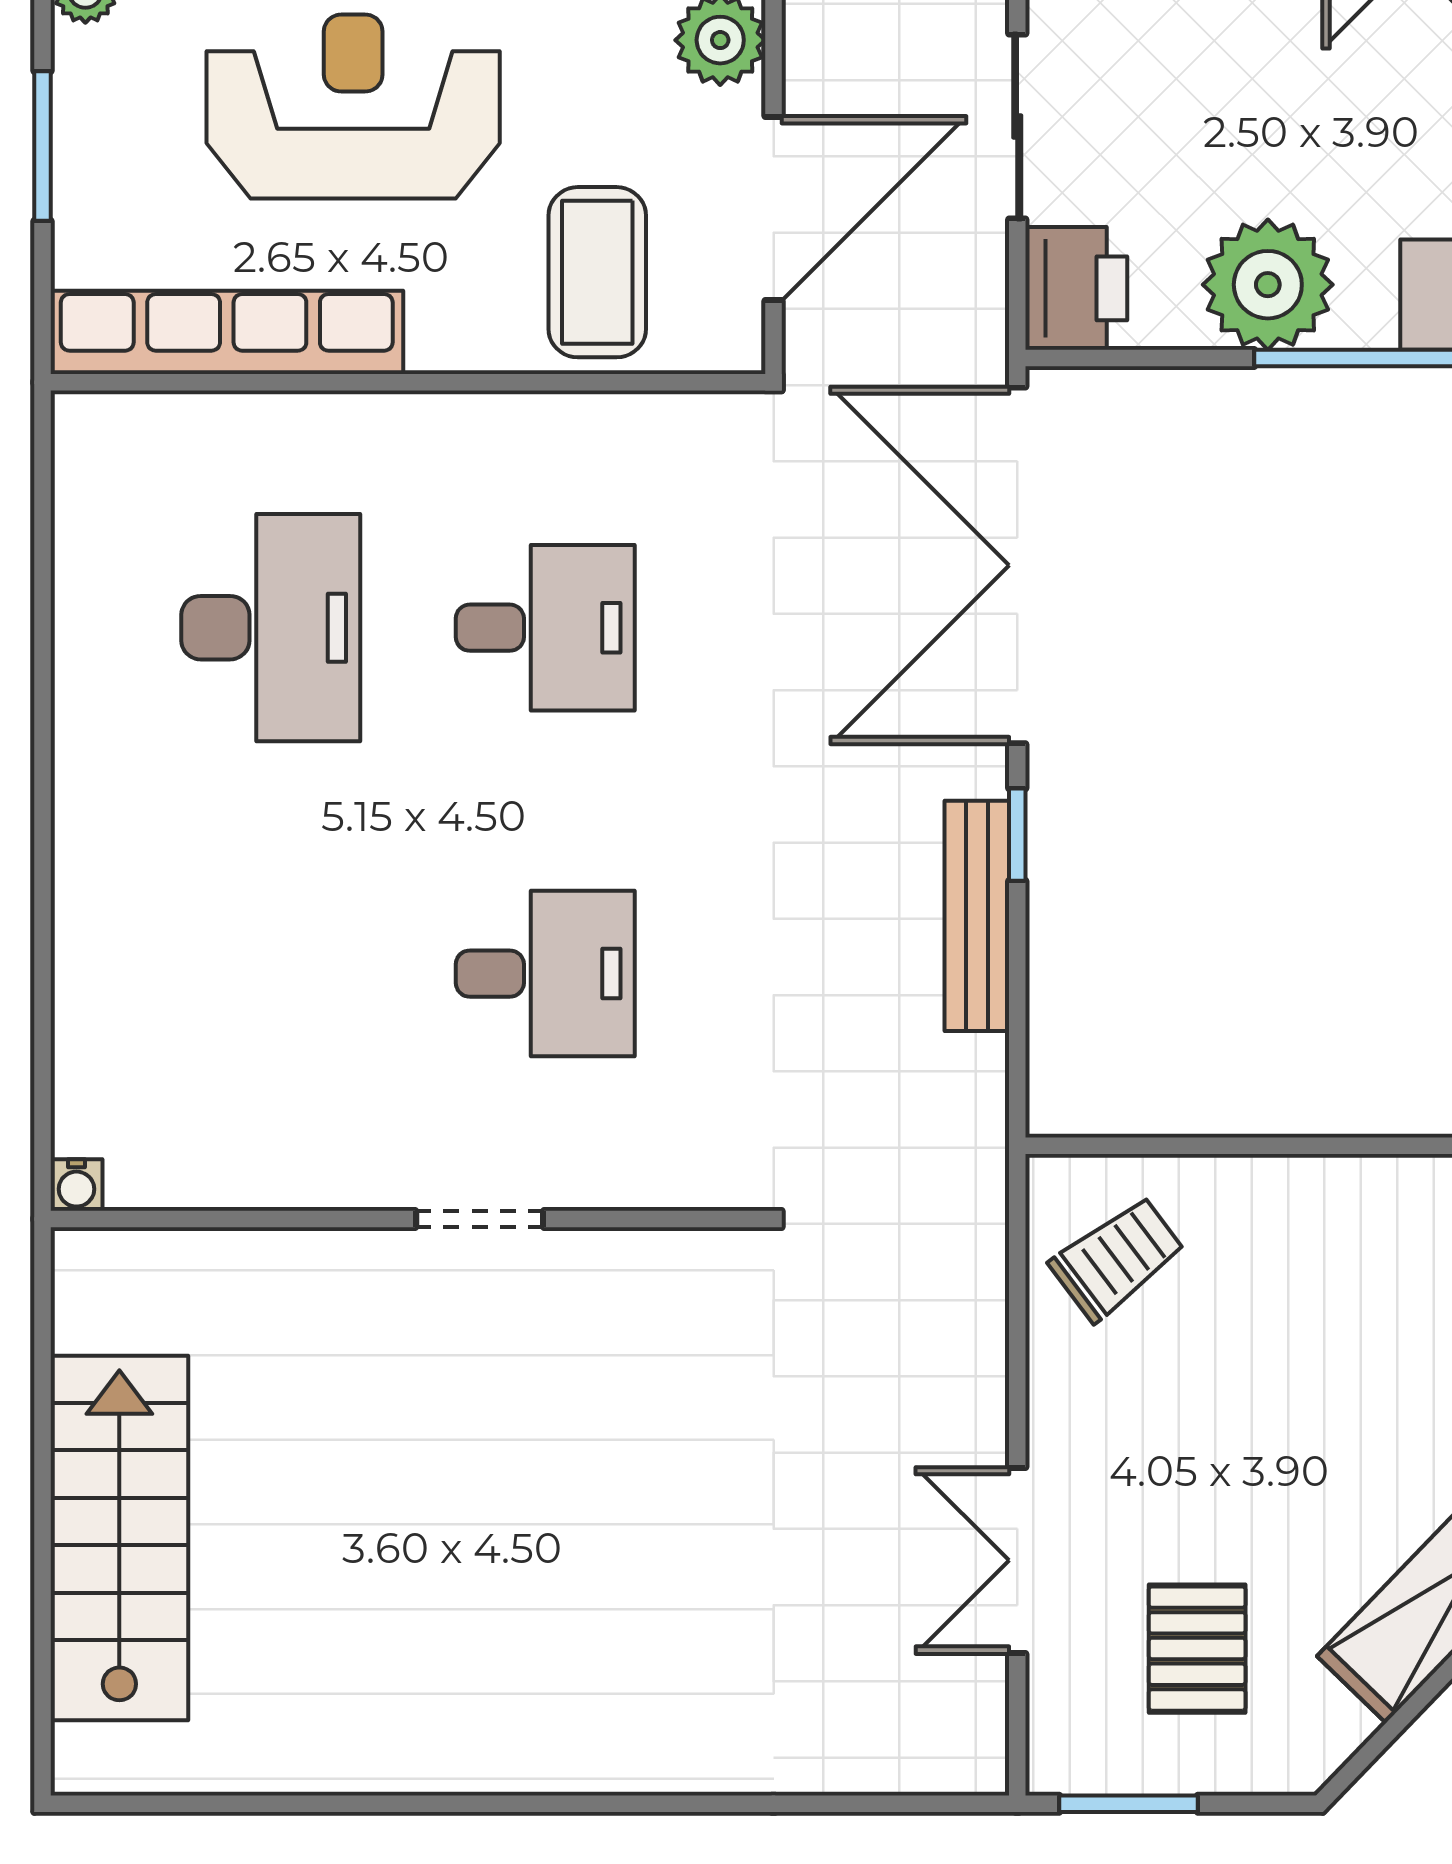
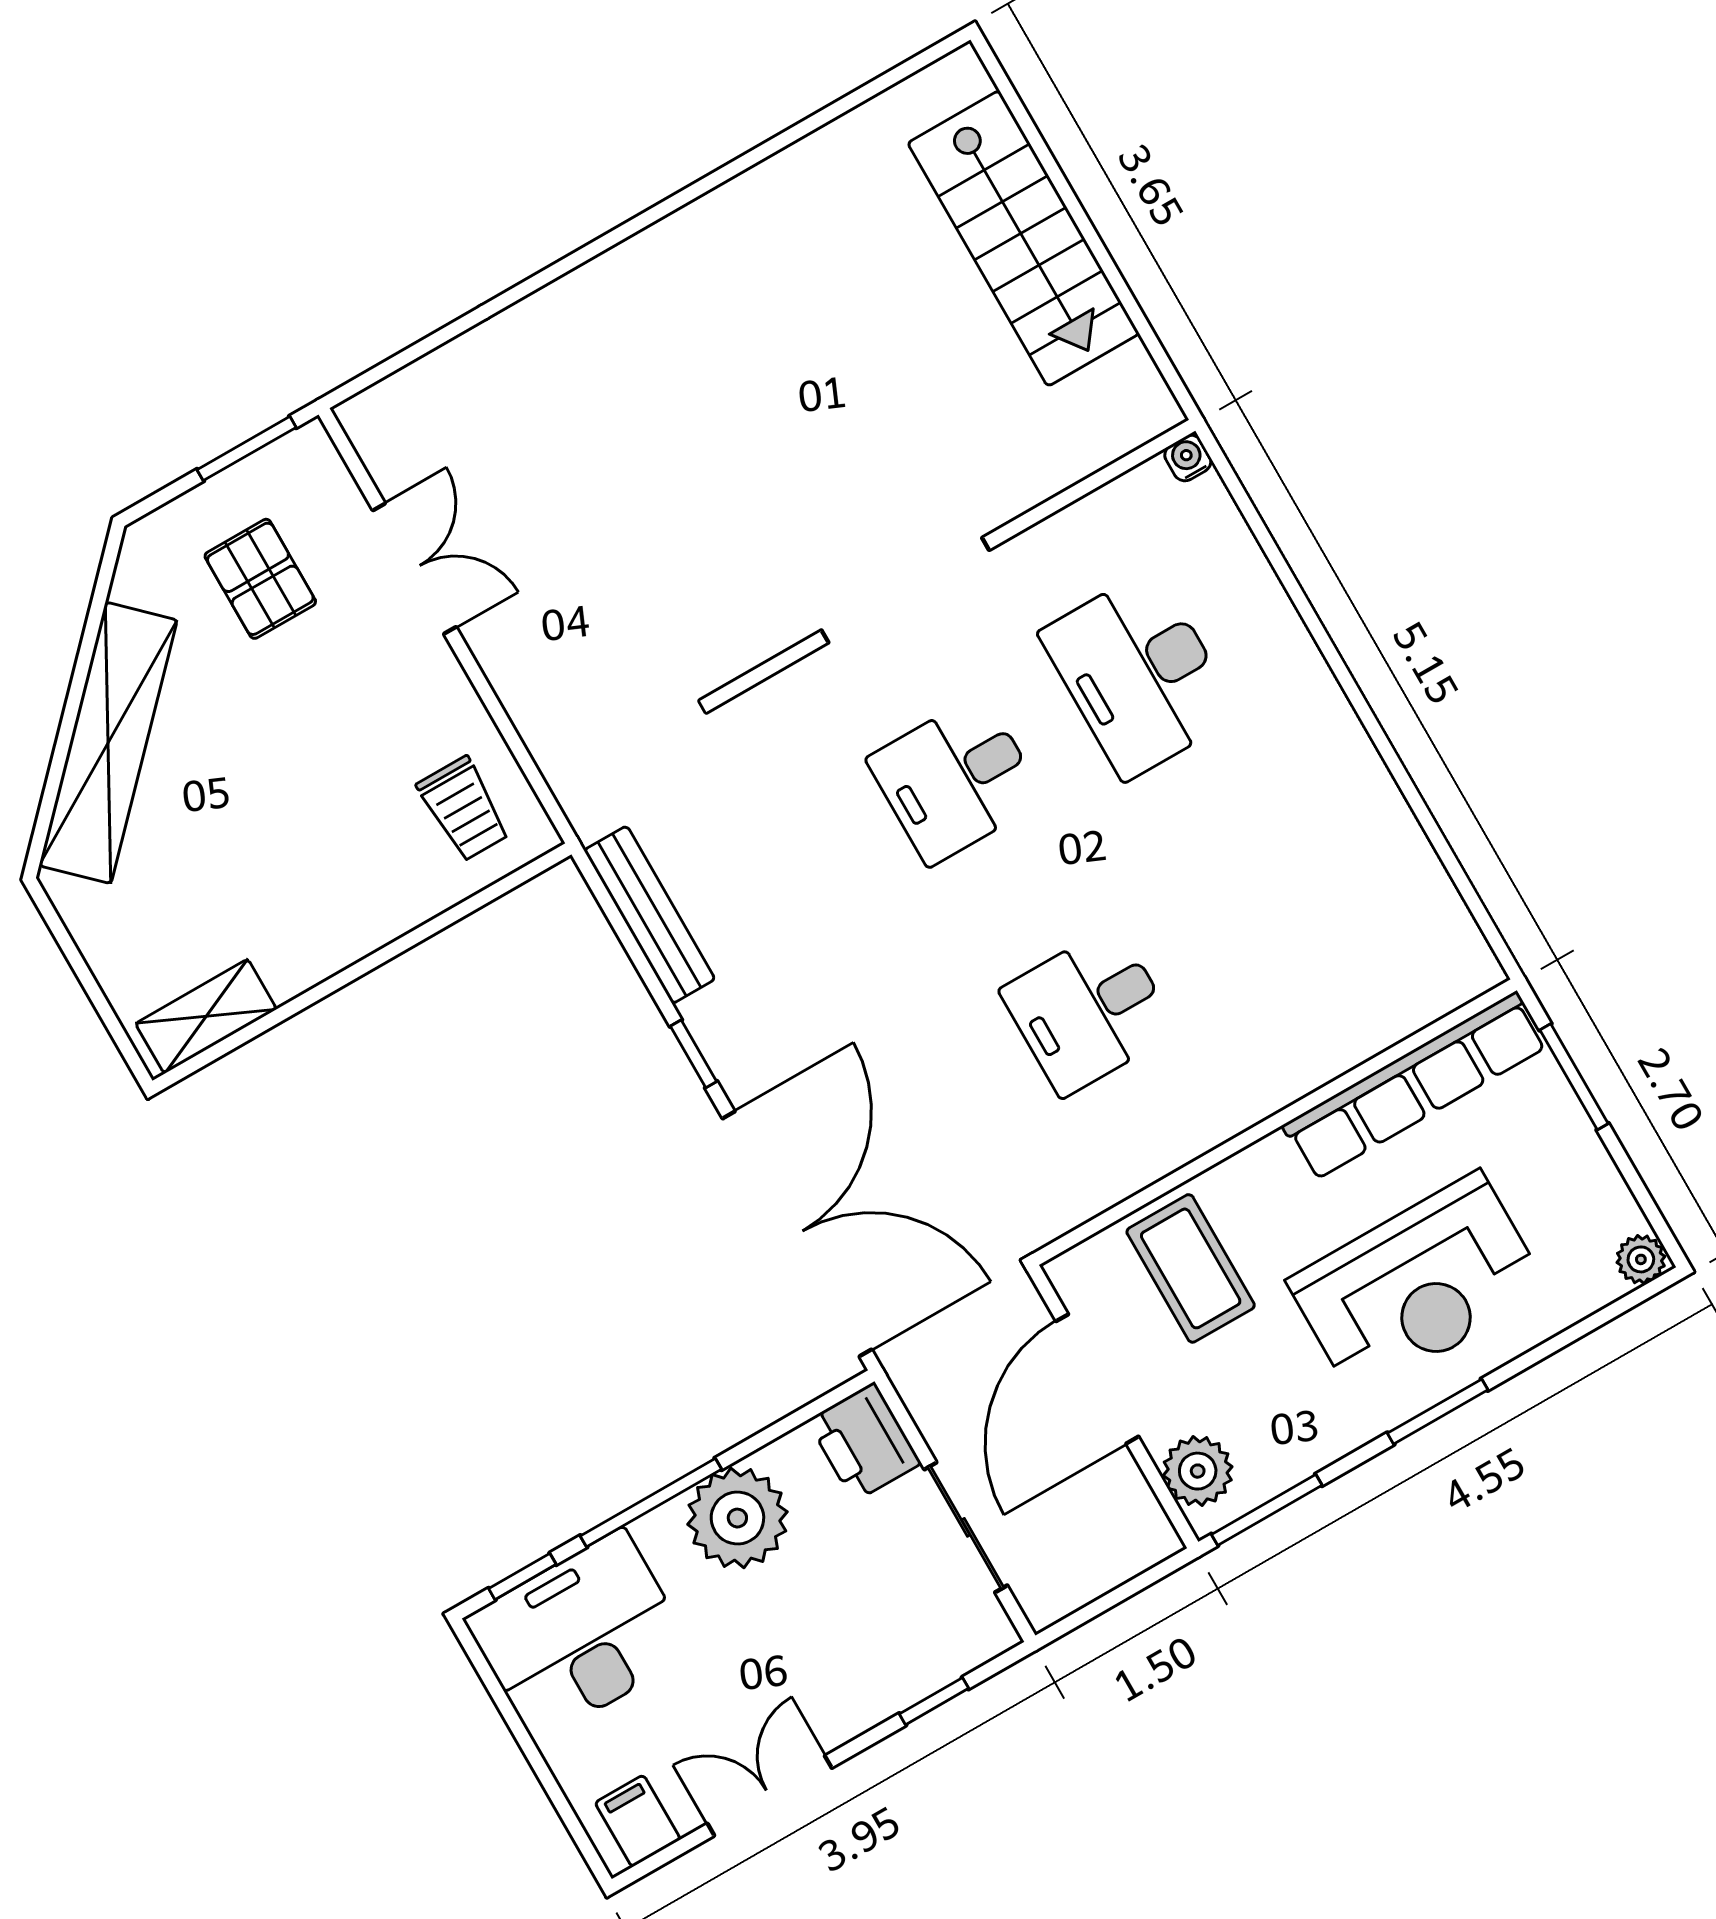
window: (42, 146) -> (1574, 1077), moved
desk: (271, 628) -> (1139, 674), moved
bench: (977, 916) -> (649, 915), moved
doorway: (480, 1219) -> (905, 590), width x1.88
trolley: (1117, 1258) -> (464, 809), turned -53

